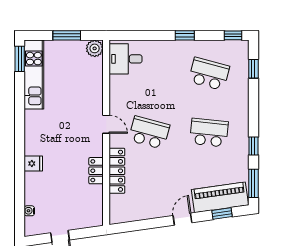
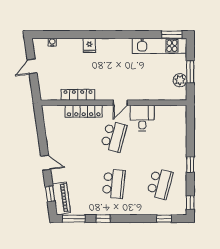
plant: (95, 48) -> (180, 80), moved
desk: (126, 59) -> (142, 118), moved
locker: (96, 171) -> (78, 95), width x1.53
piano: (220, 197) -> (61, 198), width x0.73, depth x0.75

